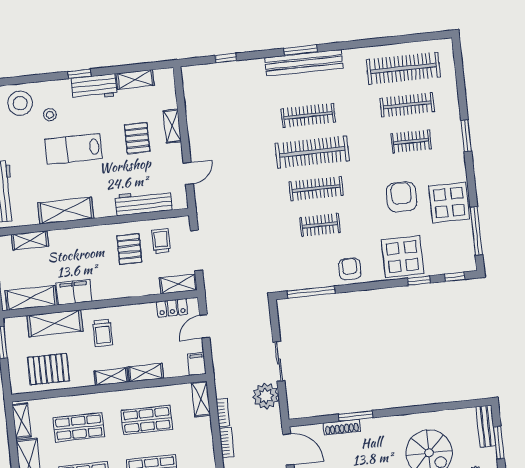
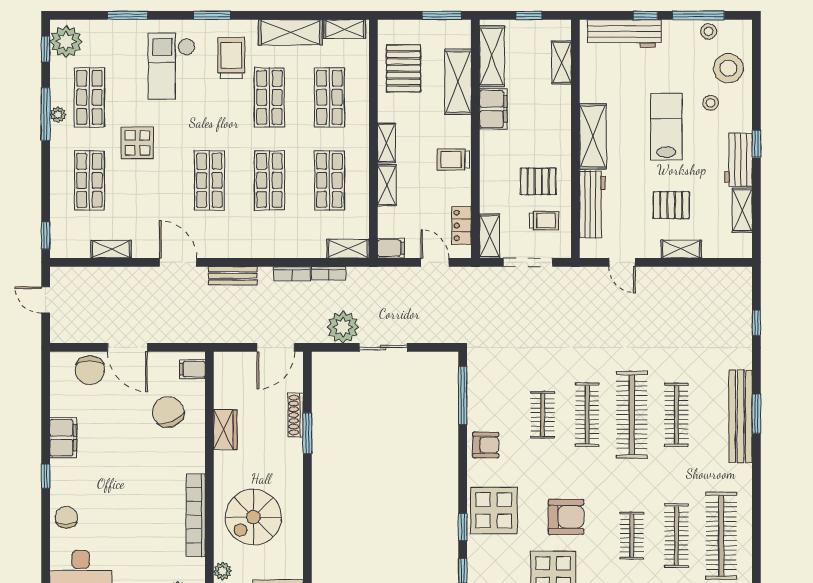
shelving: (66, 211) -> (593, 136), moved
trolley: (103, 333) -> (453, 159), moved

